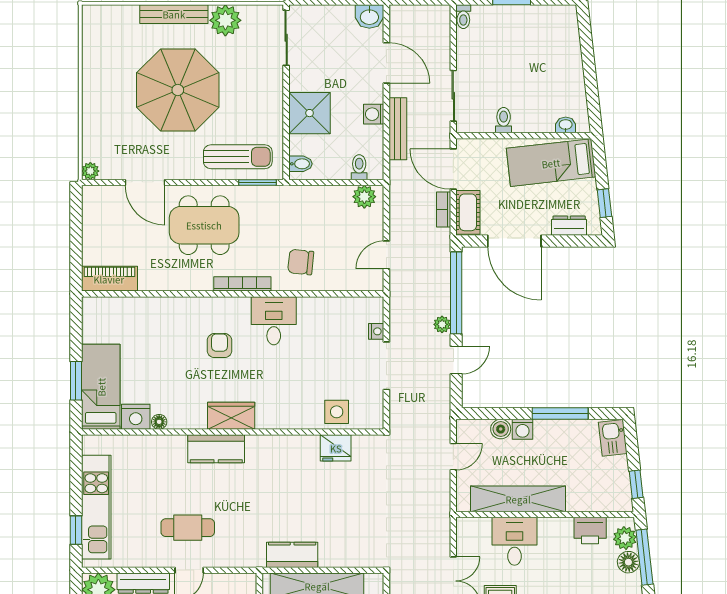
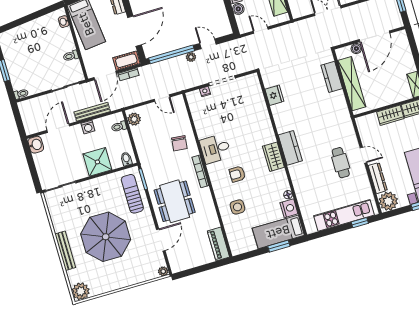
plant: (225, 20) -> (81, 291), moved
side table: (337, 412) -> (237, 207), moved
kitchen counter: (216, 449) -> (290, 148), moved
kitchen counter: (292, 555) -> (332, 77), moved

